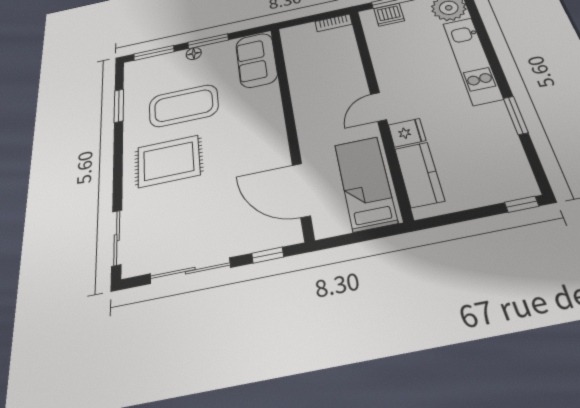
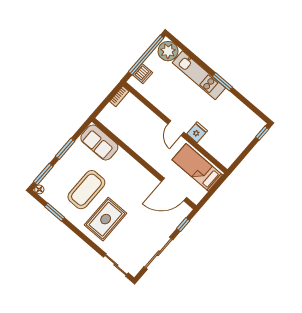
floor lamp: (194, 54) -> (39, 189), moved
window: (516, 115) -> (222, 82), moved
kitchen counter: (419, 174) -> (216, 148), removed

